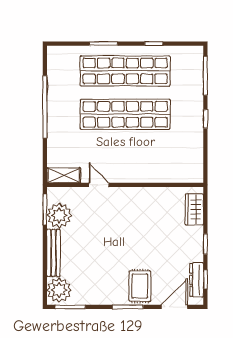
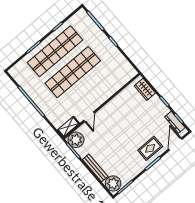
door: (99, 185) -> (89, 117), swing flipped
plant: (59, 216) -> (76, 140), moved
rug: (140, 286) -> (150, 148), turned 90

